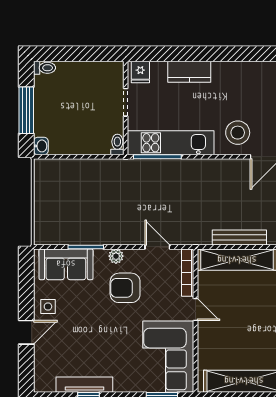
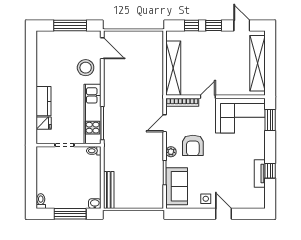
fridge: (140, 72) -> (44, 123), moved
bench: (239, 238) -> (109, 190), moved
tv unit: (84, 385) -> (260, 174), width x0.71

